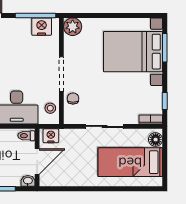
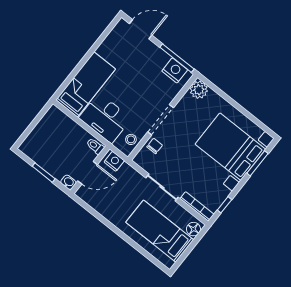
bookcase: (151, 119) -> (197, 206), width x1.56

